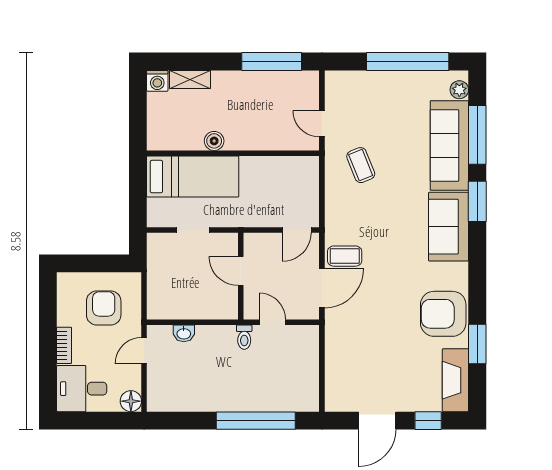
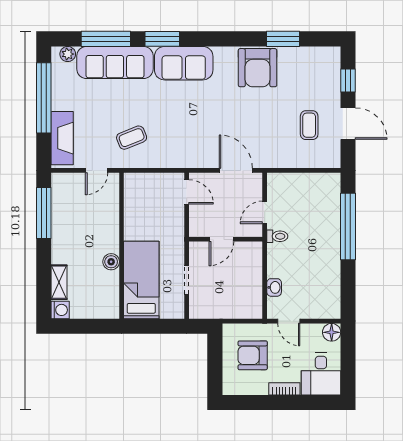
coffee table: (345, 256) -> (309, 125), moved
fireplace: (455, 380) -> (62, 138), moved, turned -90

